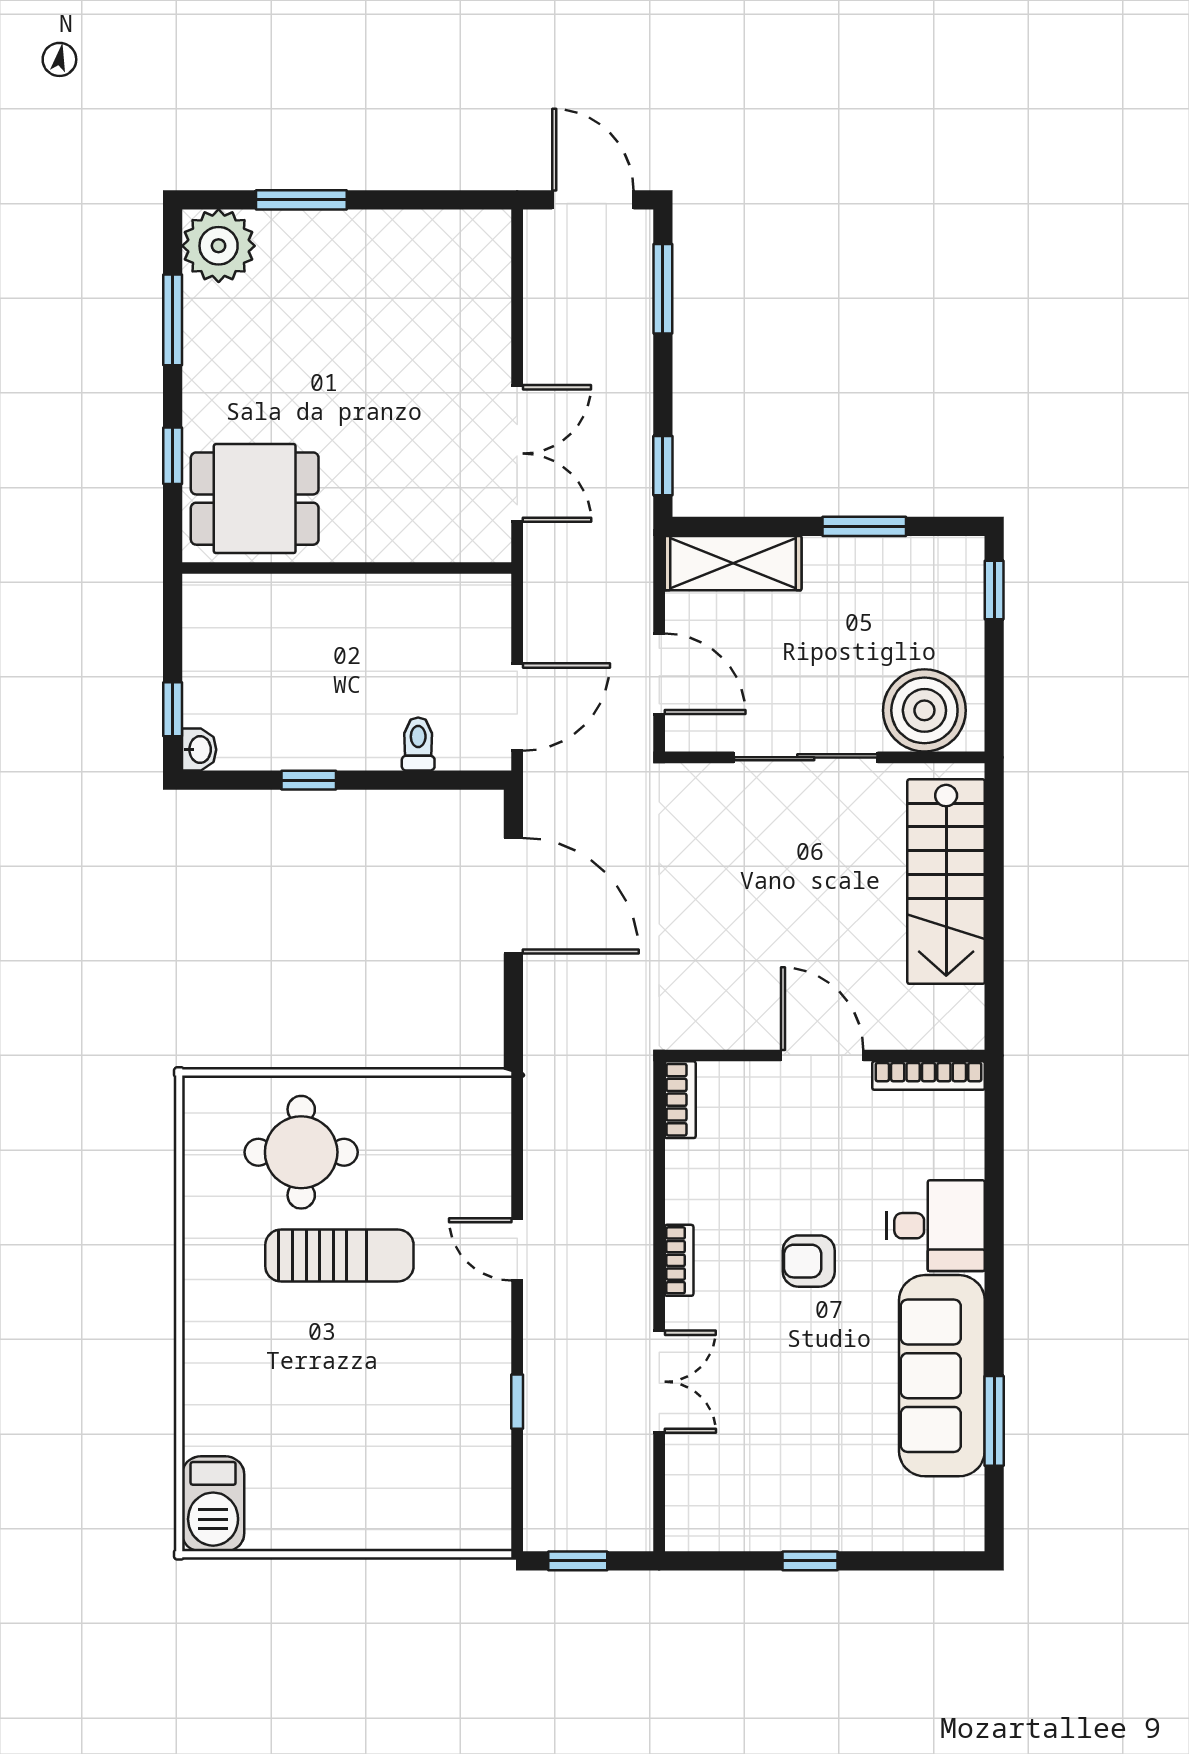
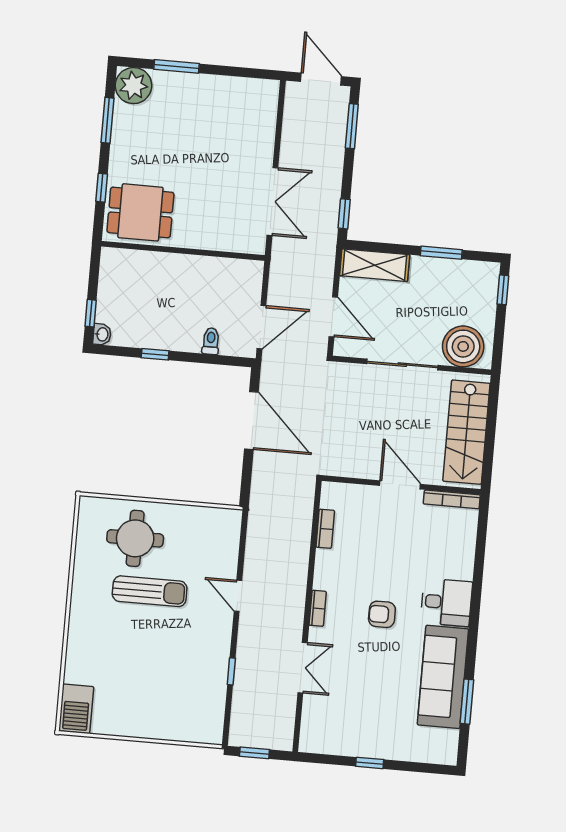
door: (822, 1055) -> (400, 485), moved
wall: (825, 1055) -> (401, 485), moved
bookcase: (929, 1076) -> (452, 499), moved

